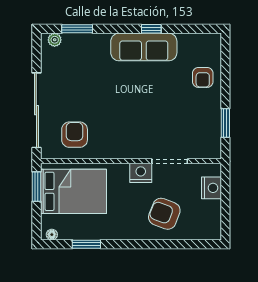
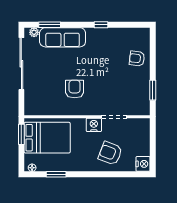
sofa: (144, 47) -> (63, 37), moved
armchair: (203, 77) -> (137, 58), turned 97
sliding door: (36, 110) -> (21, 64), moved
armchair: (75, 135) -> (75, 89), moved
nightstand: (211, 188) -> (143, 164), moved

